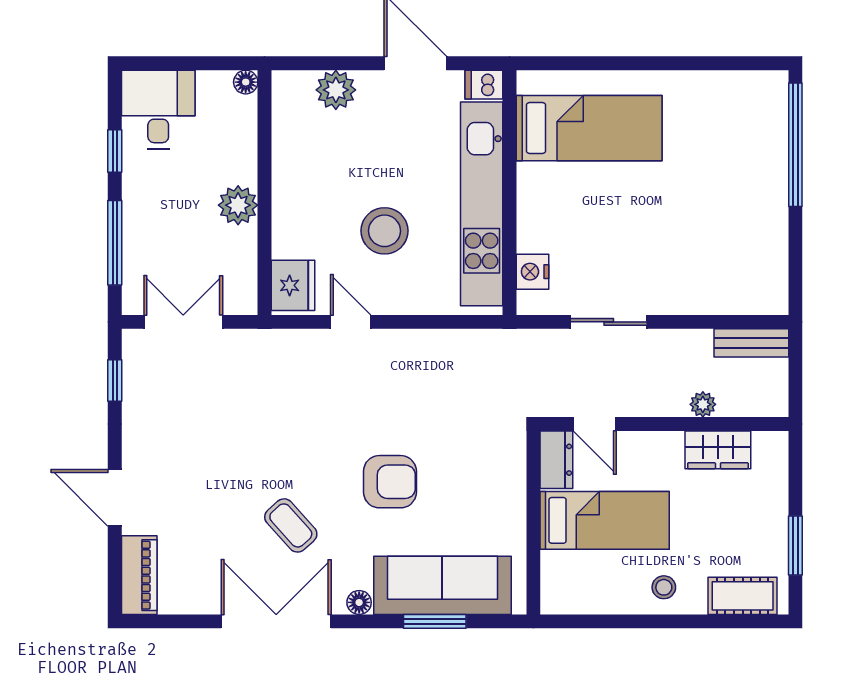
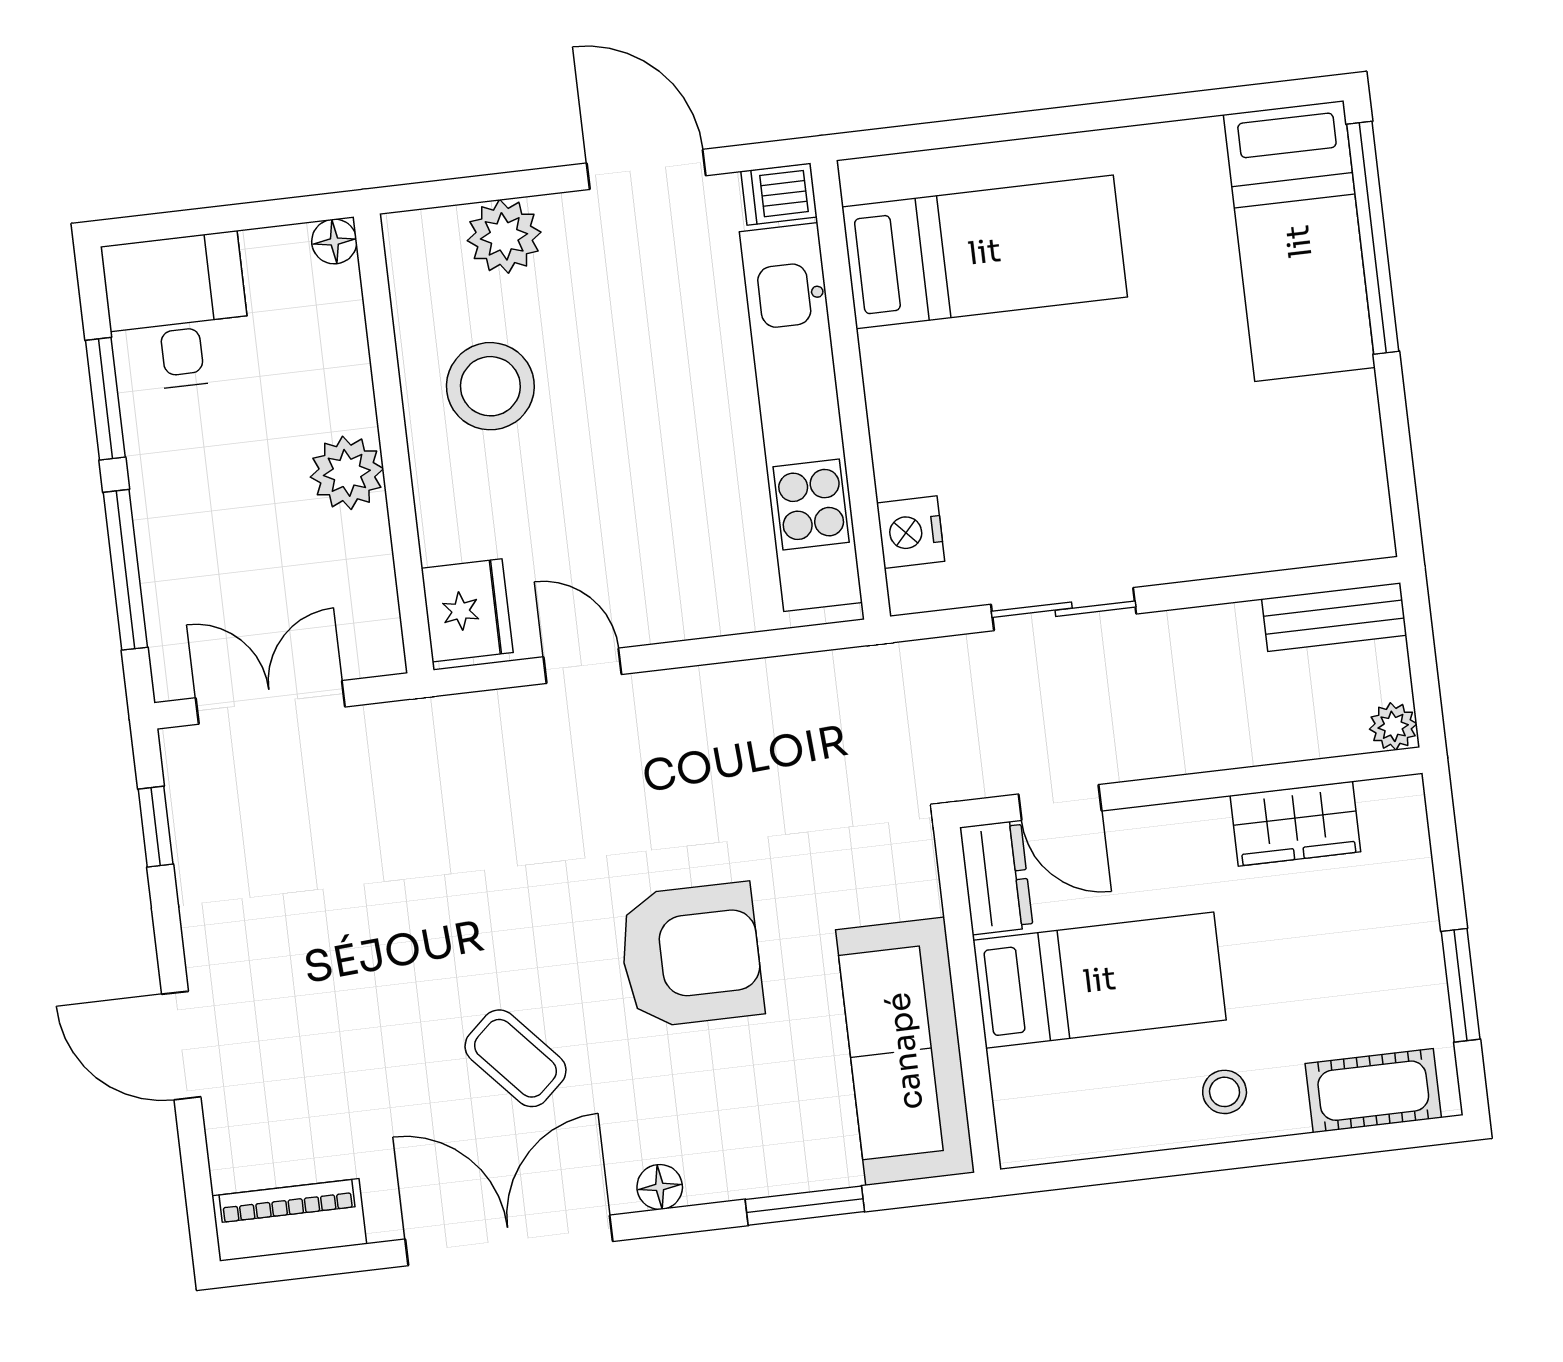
bed: (756, 142) -> (1299, 241), added
window: (115, 151) -> (105, 399), width x1.50
stool: (385, 231) -> (490, 386), moved
plant: (703, 404) -> (1393, 726), moved
armchair: (390, 482) -> (691, 955), width x1.36, depth x1.36
piano: (139, 575) -> (289, 1220), moved, turned -90
sofa: (442, 585) -> (905, 1051), moved, turned -90

